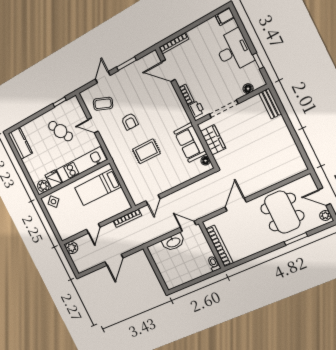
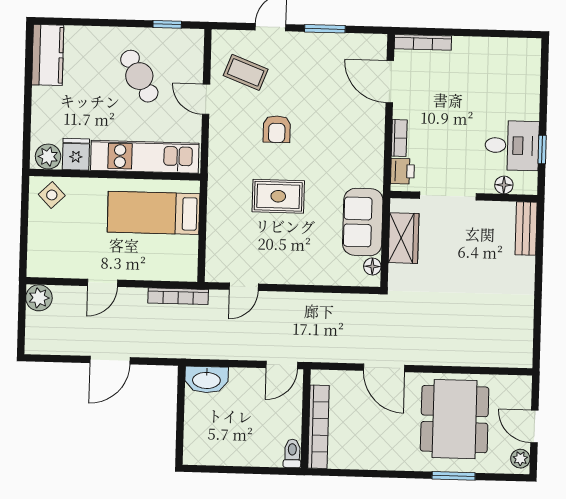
filing cabinet: (225, 16) -> (527, 49), removed
desk: (234, 51) -> (512, 145), moved, width x0.73
door: (236, 205) -> (384, 368), swing flipped
door: (188, 226) -> (282, 365), swing flipped
washbasin: (173, 242) -> (206, 380), moved

